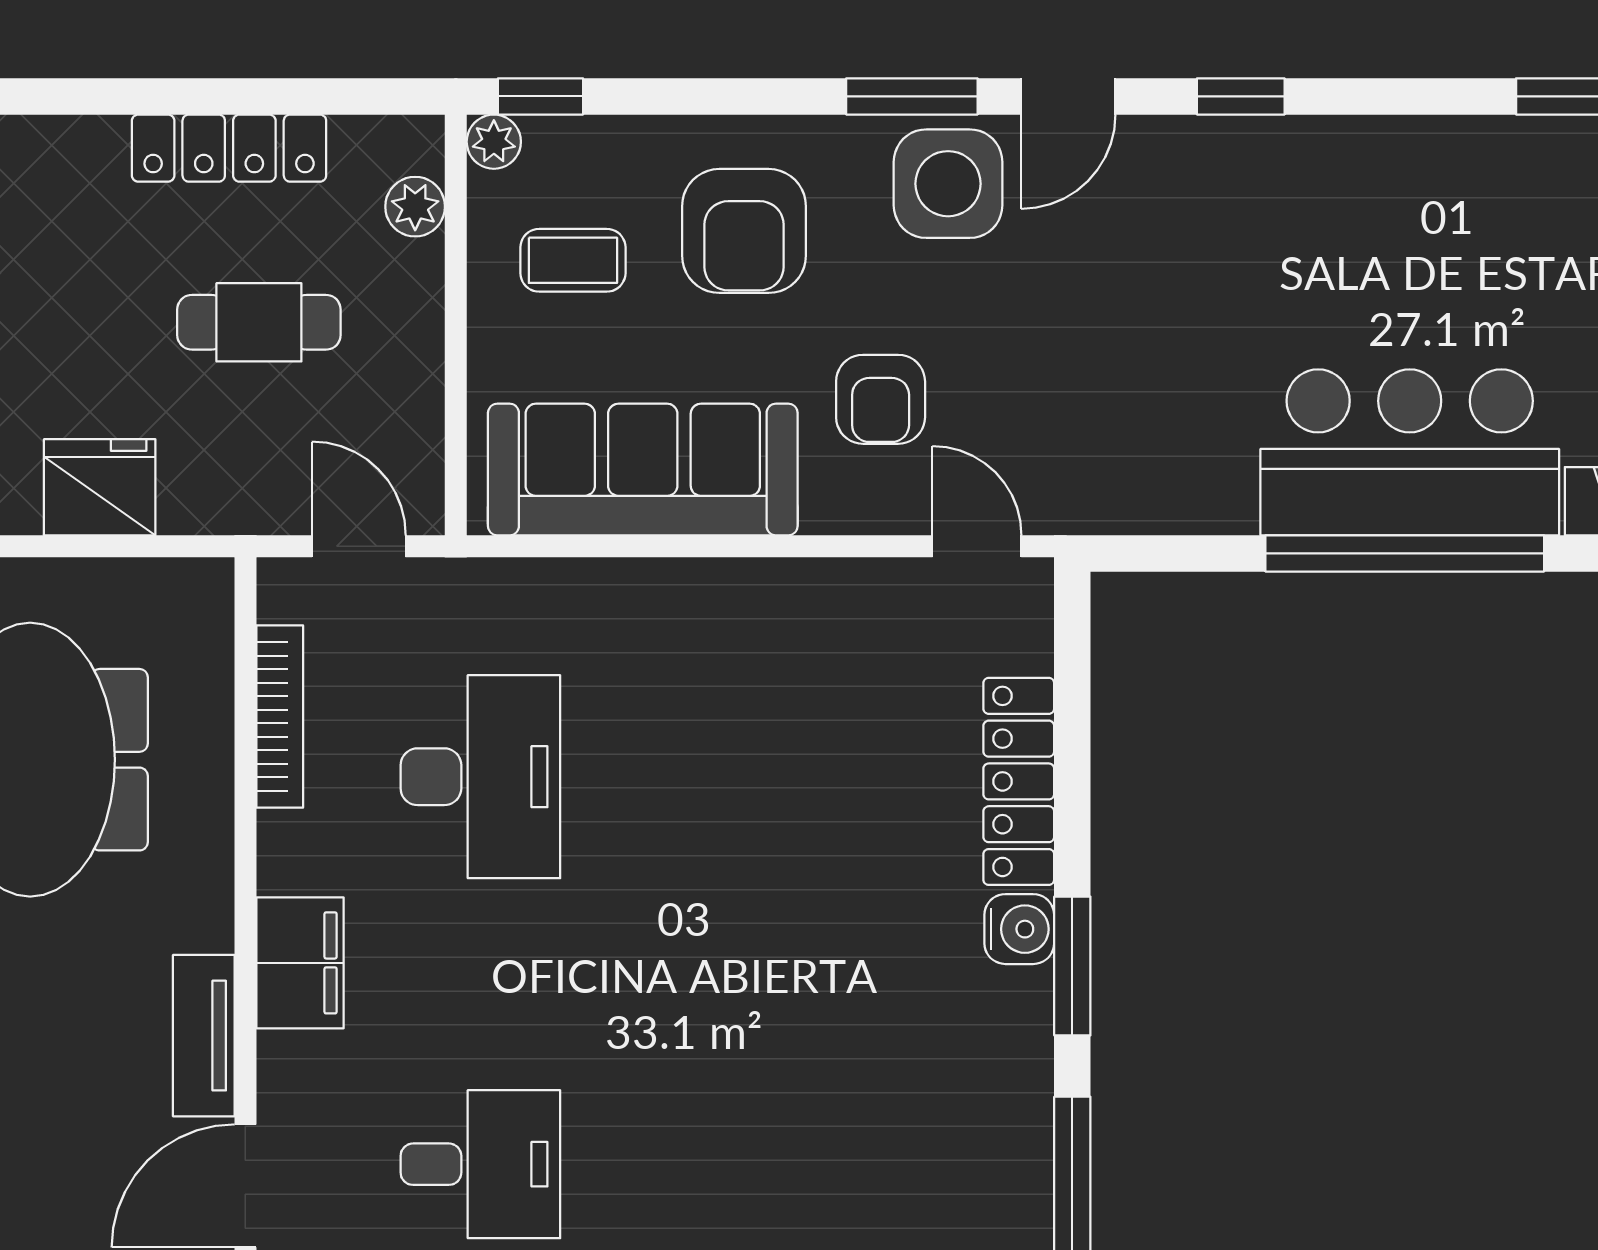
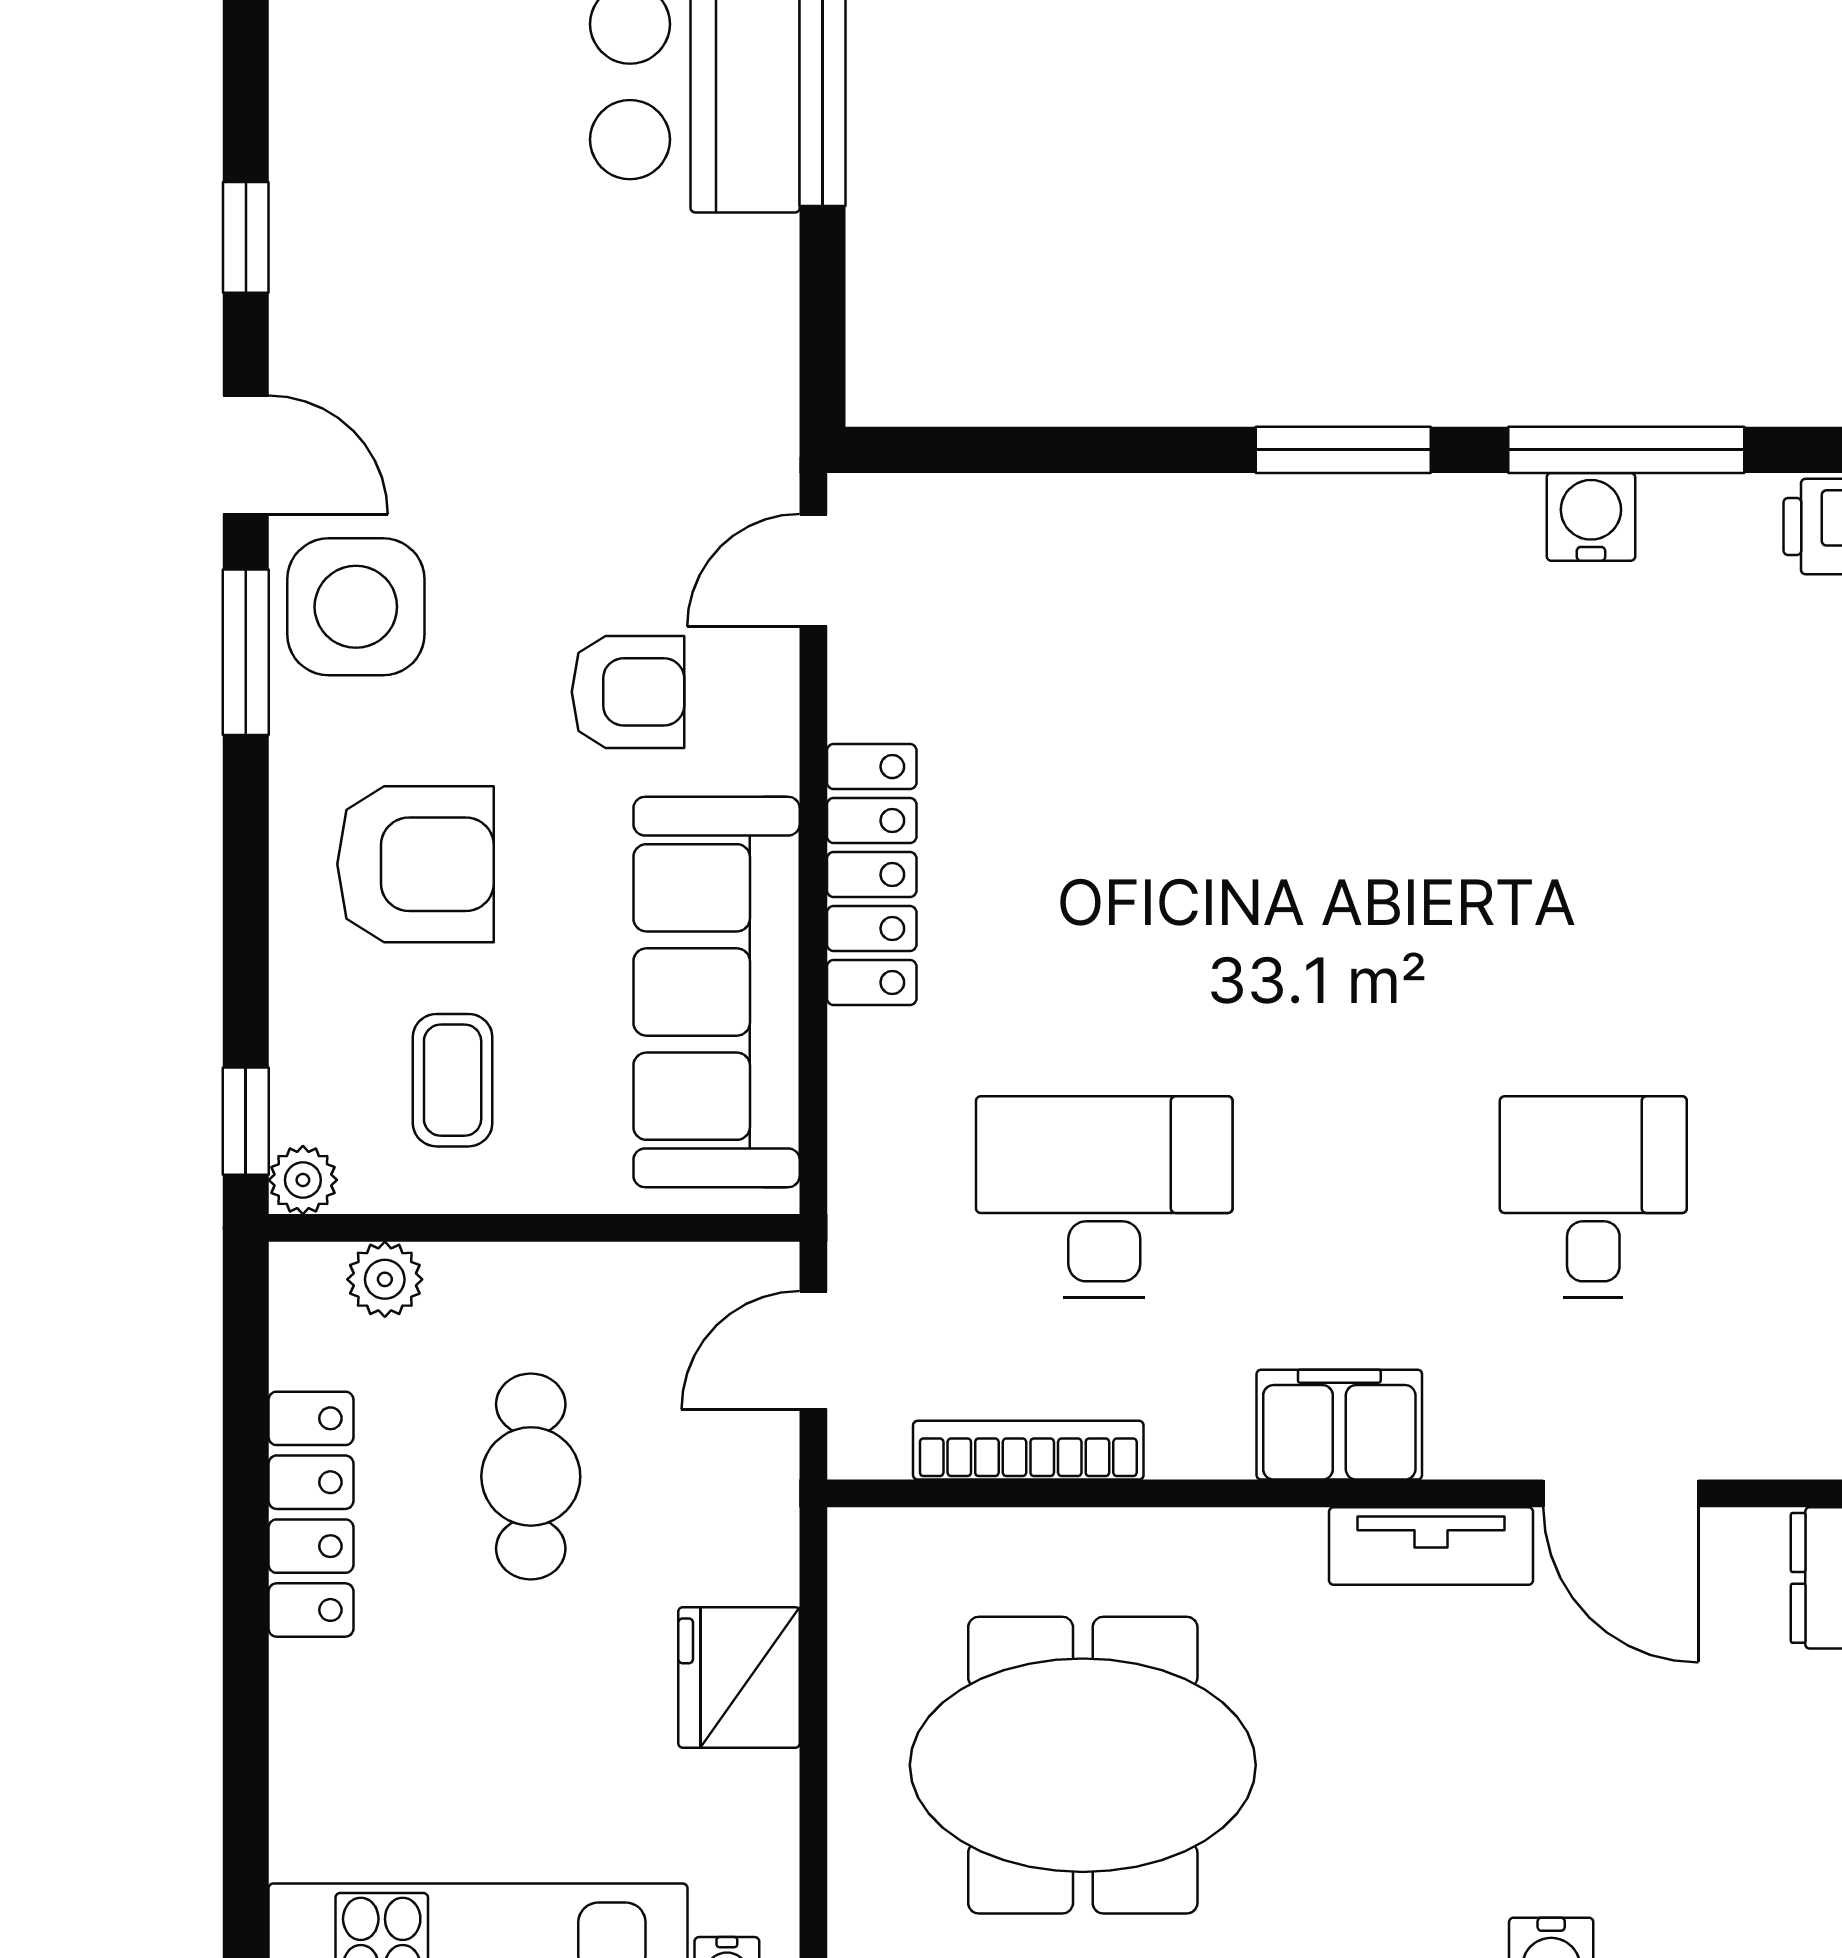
locker: (1019, 781) -> (872, 875), moved, turned -90
water cooler: (1019, 929) -> (1591, 517), moved

